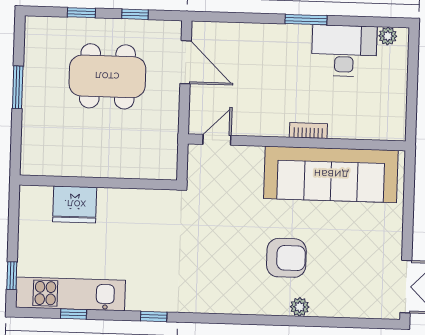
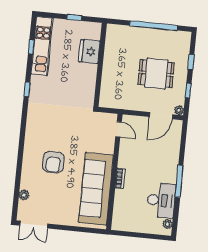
window: (306, 20) -> (179, 181), width x1.44
plant: (173, 29) -> (179, 110), added
dining table: (107, 76) -> (156, 74), width x0.73
window: (18, 87) -> (154, 26), width x2.11
window: (12, 276) -> (74, 18), moved
plant: (300, 307) -> (24, 195), moved

